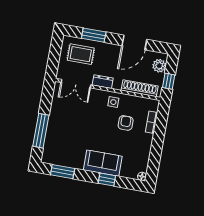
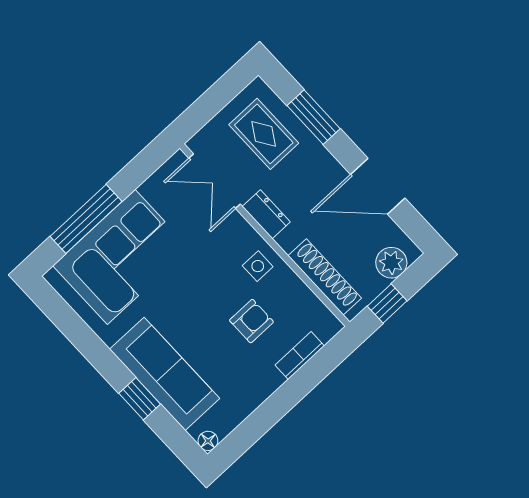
corner sofa: (63, 135) -> (121, 257), added
sofa: (103, 163) -> (165, 374), width x1.36
window: (63, 172) -> (70, 323), removed

